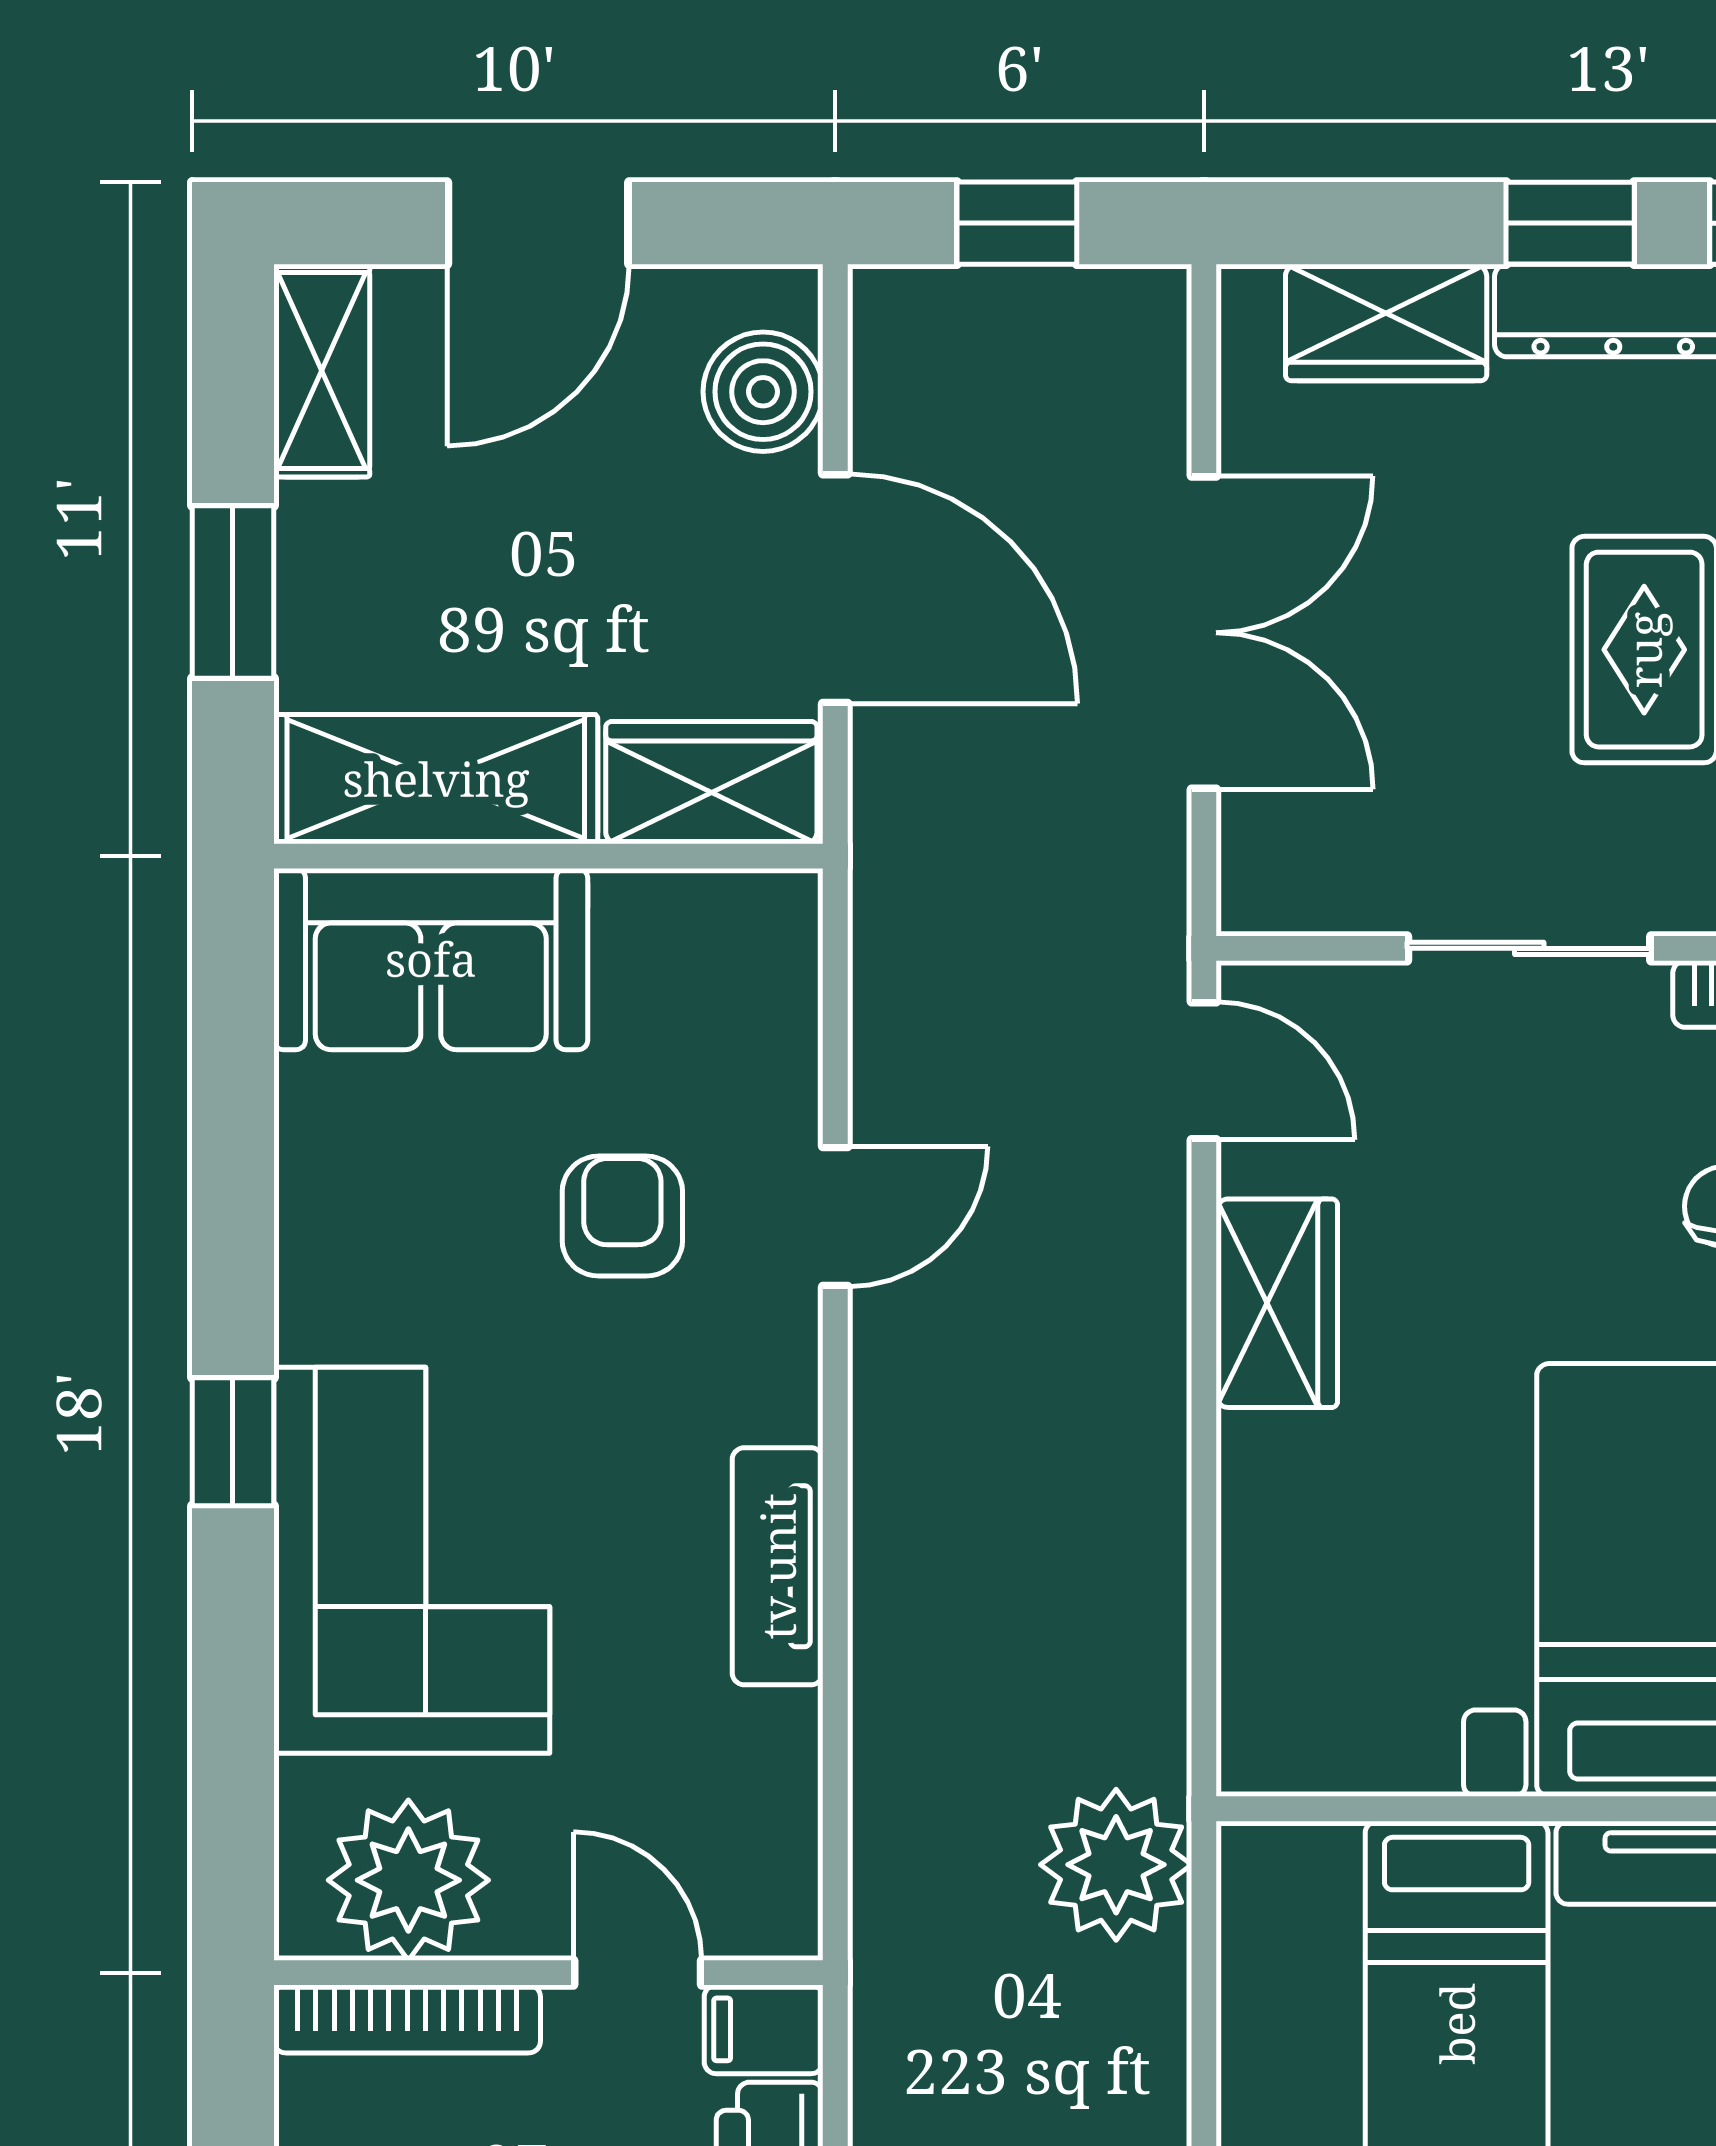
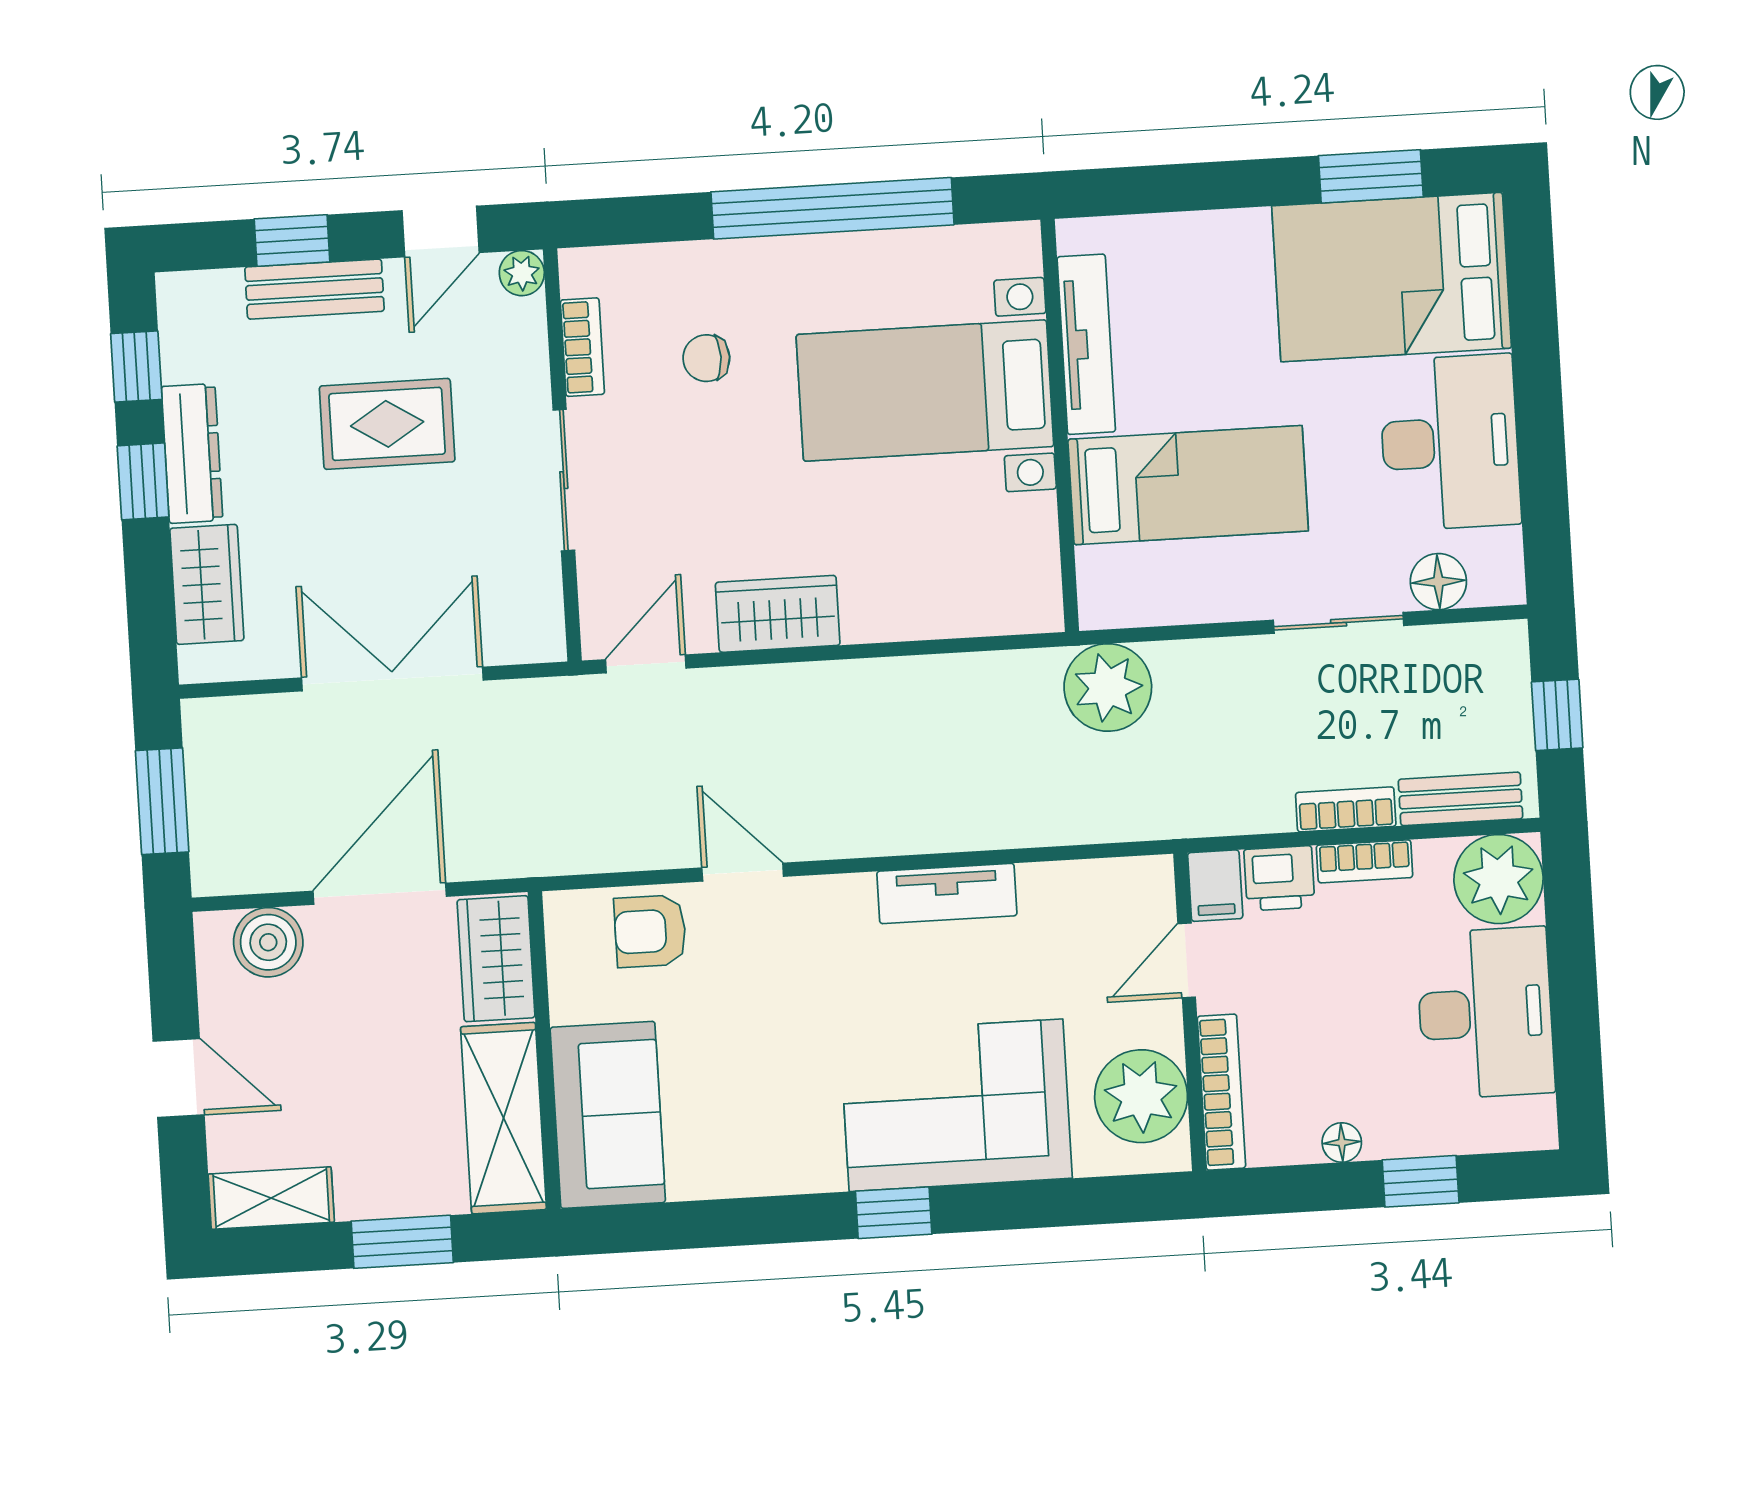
door: (538, 223) -> (179, 1078), width x0.73
window: (1017, 223) -> (162, 801), width x1.50
armchair: (622, 1216) -> (650, 931), moved

